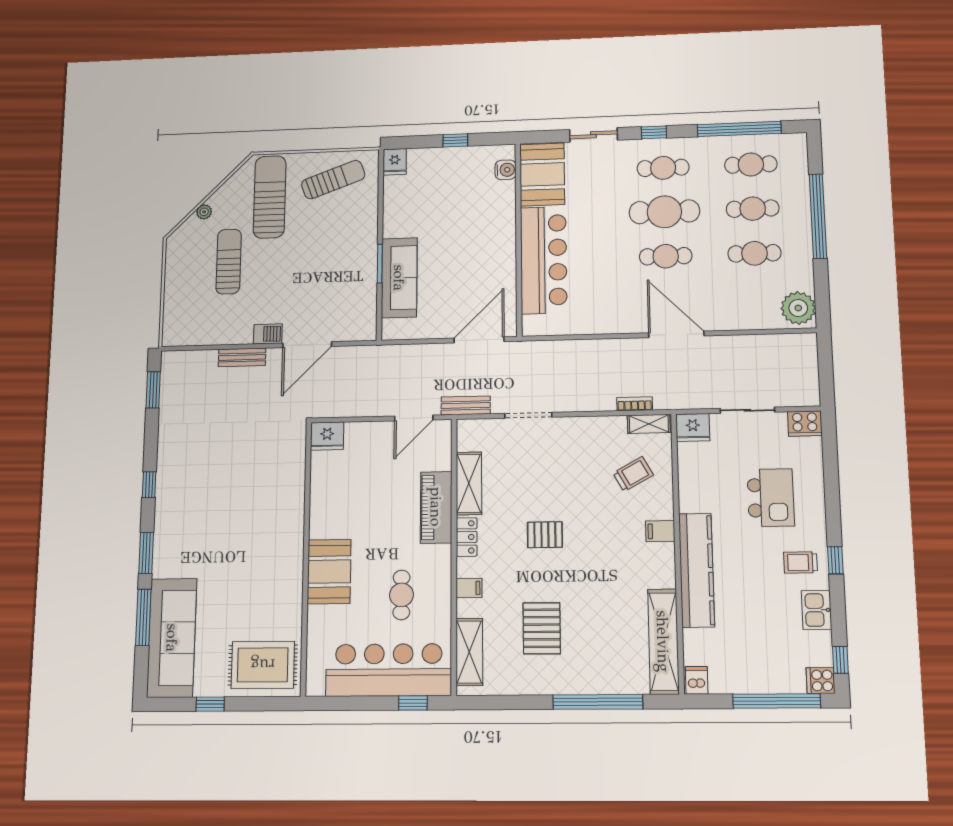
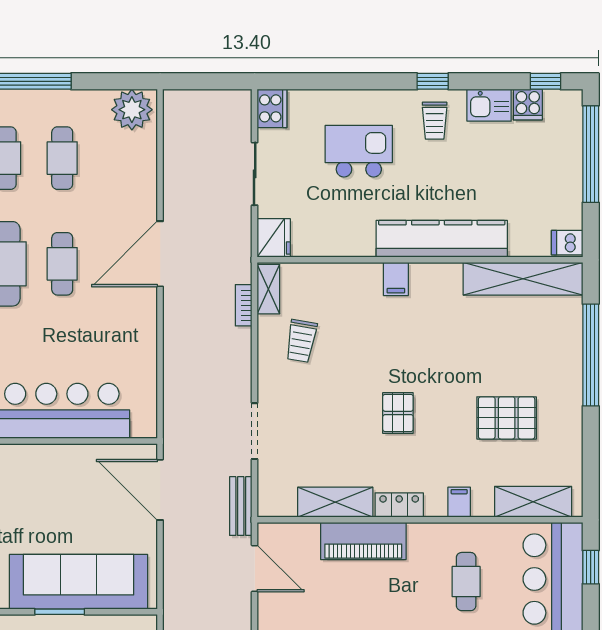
sofa: (399, 278) -> (78, 582), width x1.36, depth x1.27
trolley: (633, 474) -> (301, 341), moved, turned -141
cafe table: (401, 595) -> (466, 582), turned 90
cooker: (821, 681) -> (528, 104), moved

